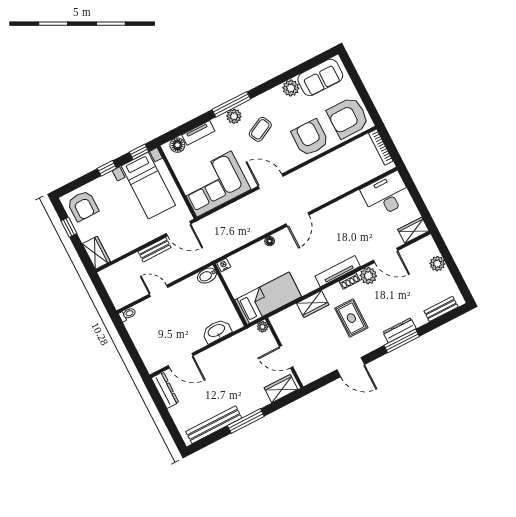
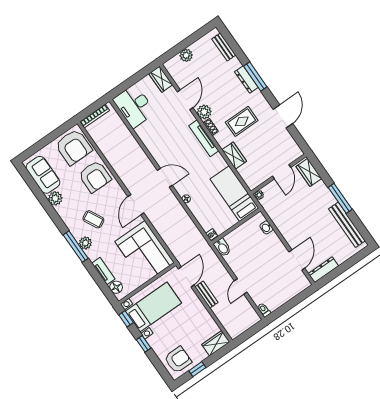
armchair: (310, 138) -> (95, 177), turned -90
washbasin: (217, 331) -> (266, 227), width x0.52, depth x0.69

